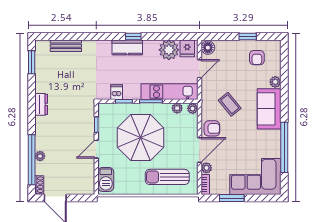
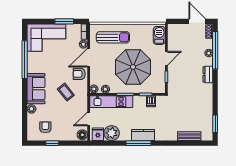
window: (133, 36) -> (139, 143), width x2.17
dresser: (41, 104) -> (208, 74), moved

